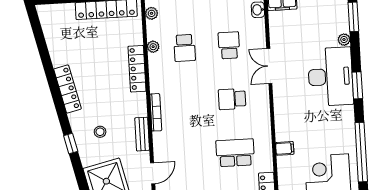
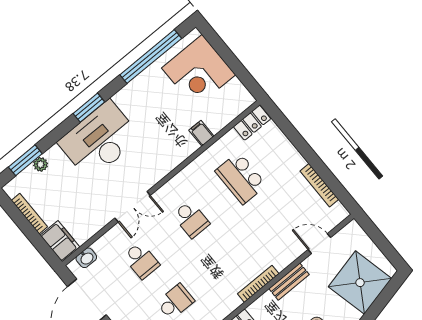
plant: (344, 40) -> (41, 164), moved
school desk: (229, 45) -> (141, 261), turned -90

